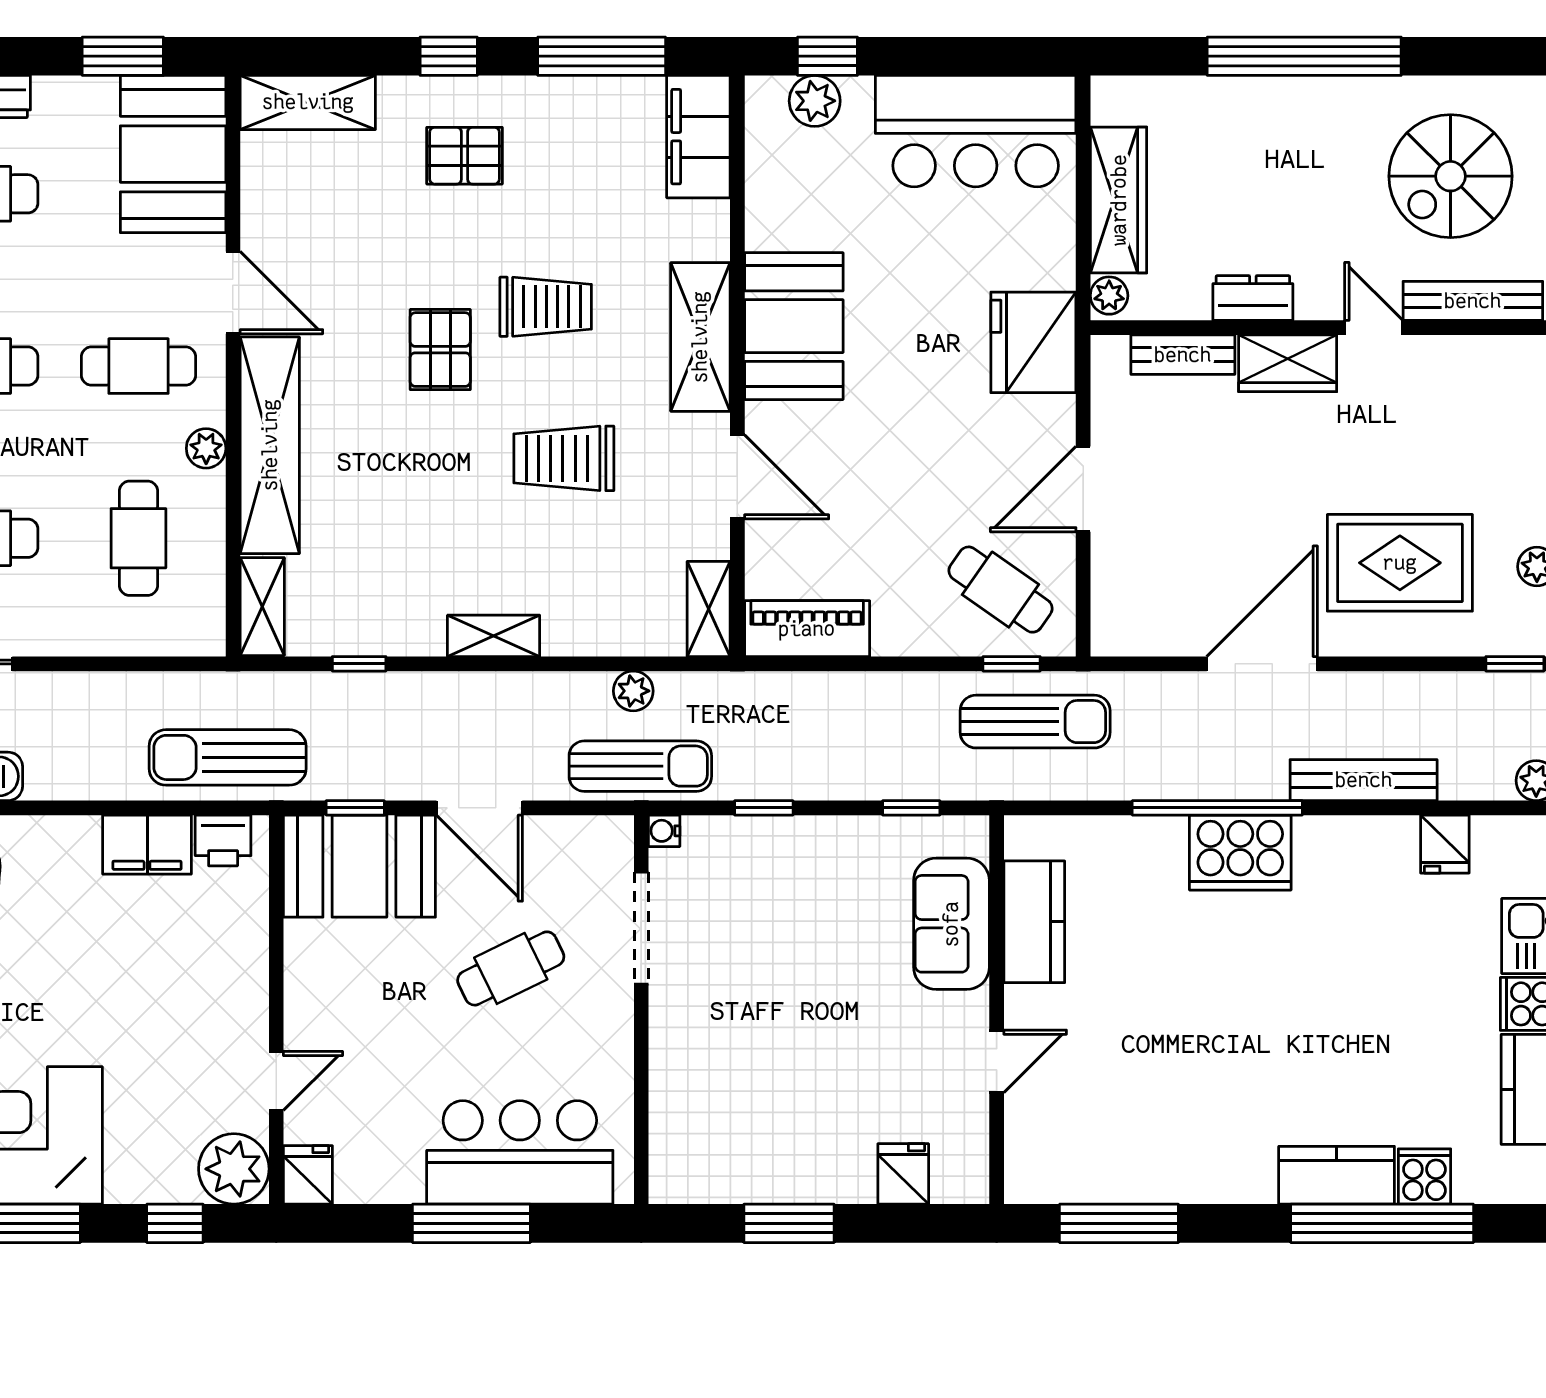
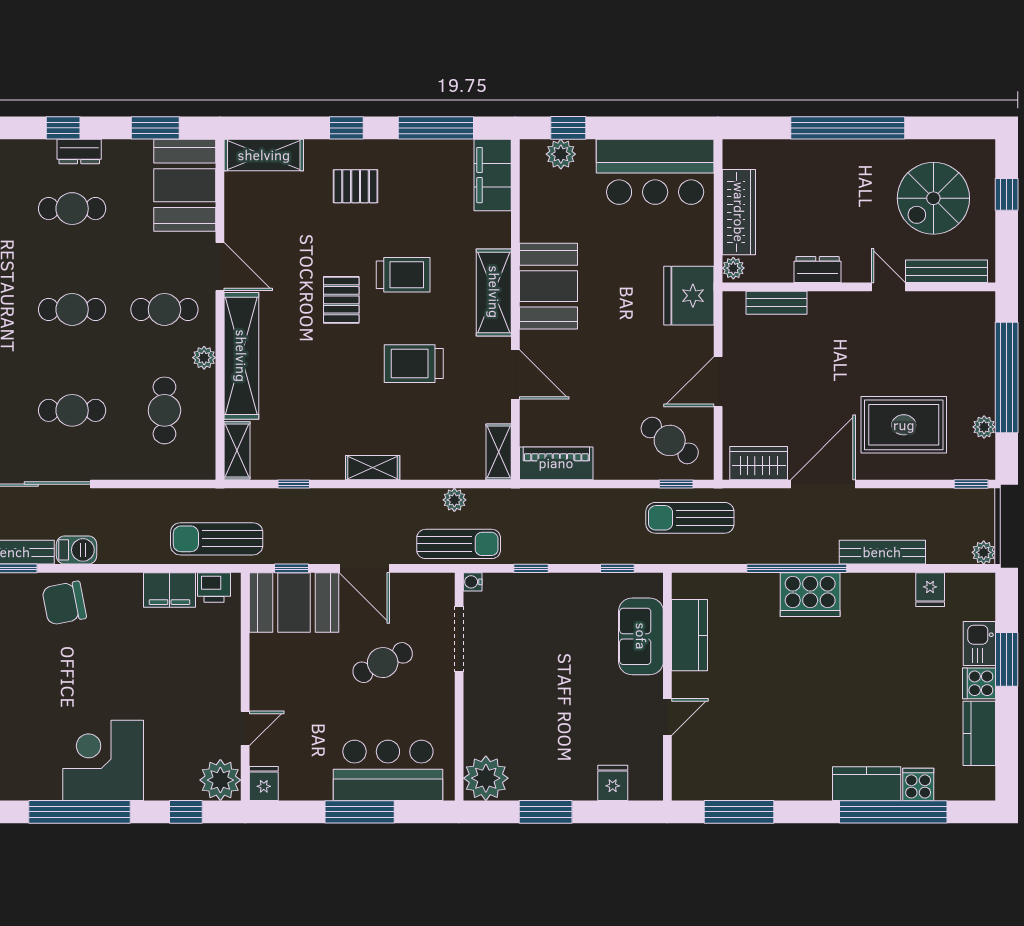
wardrobe: (1288, 363) -> (759, 463), moved, turned 180
sun lounger: (1035, 722) -> (690, 518), turned 180
plant: (687, 1166) -> (486, 778), added

